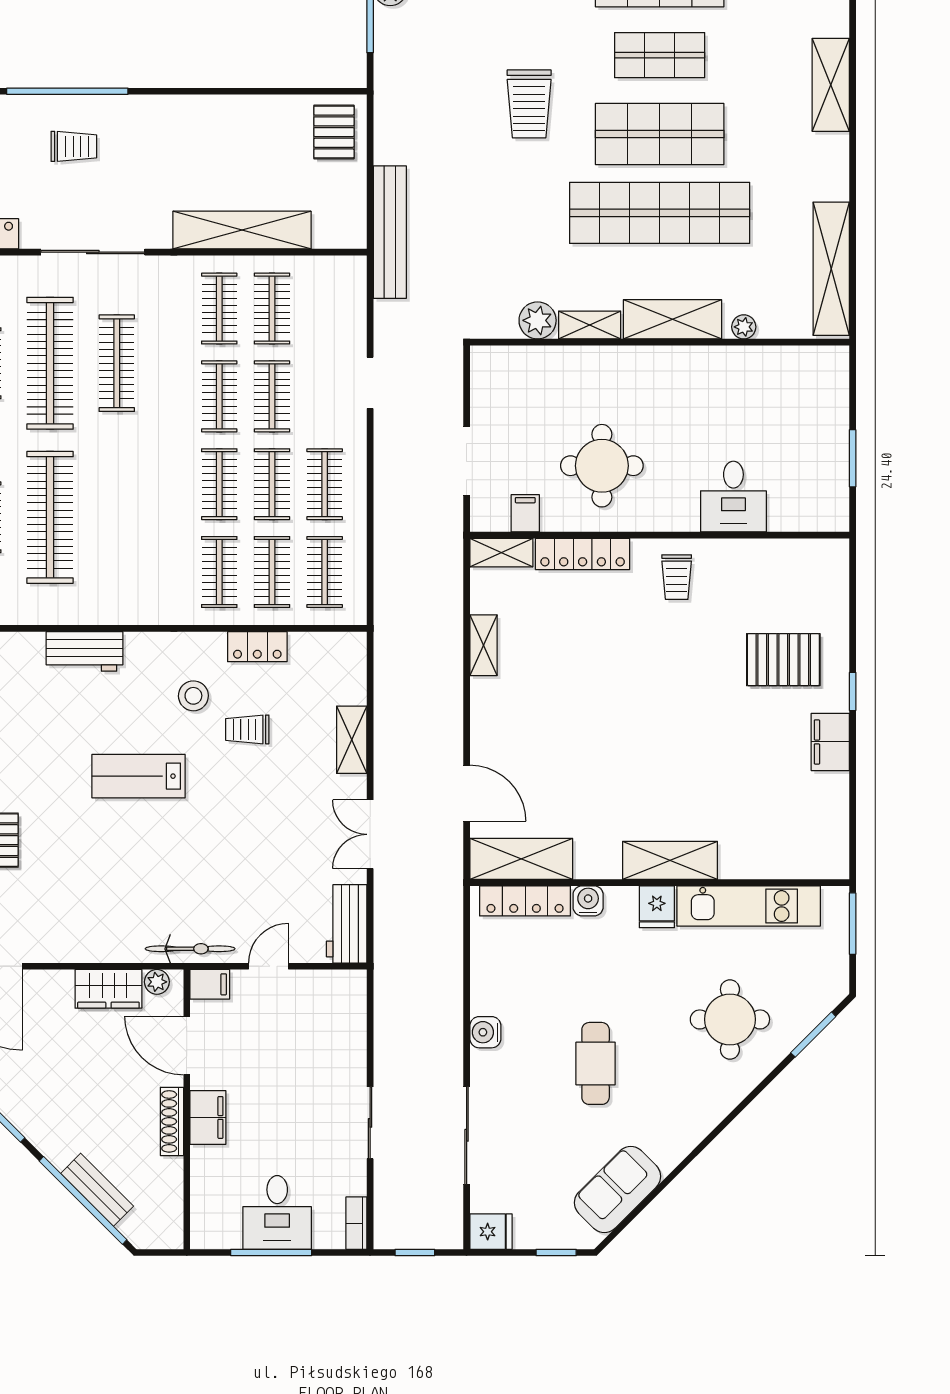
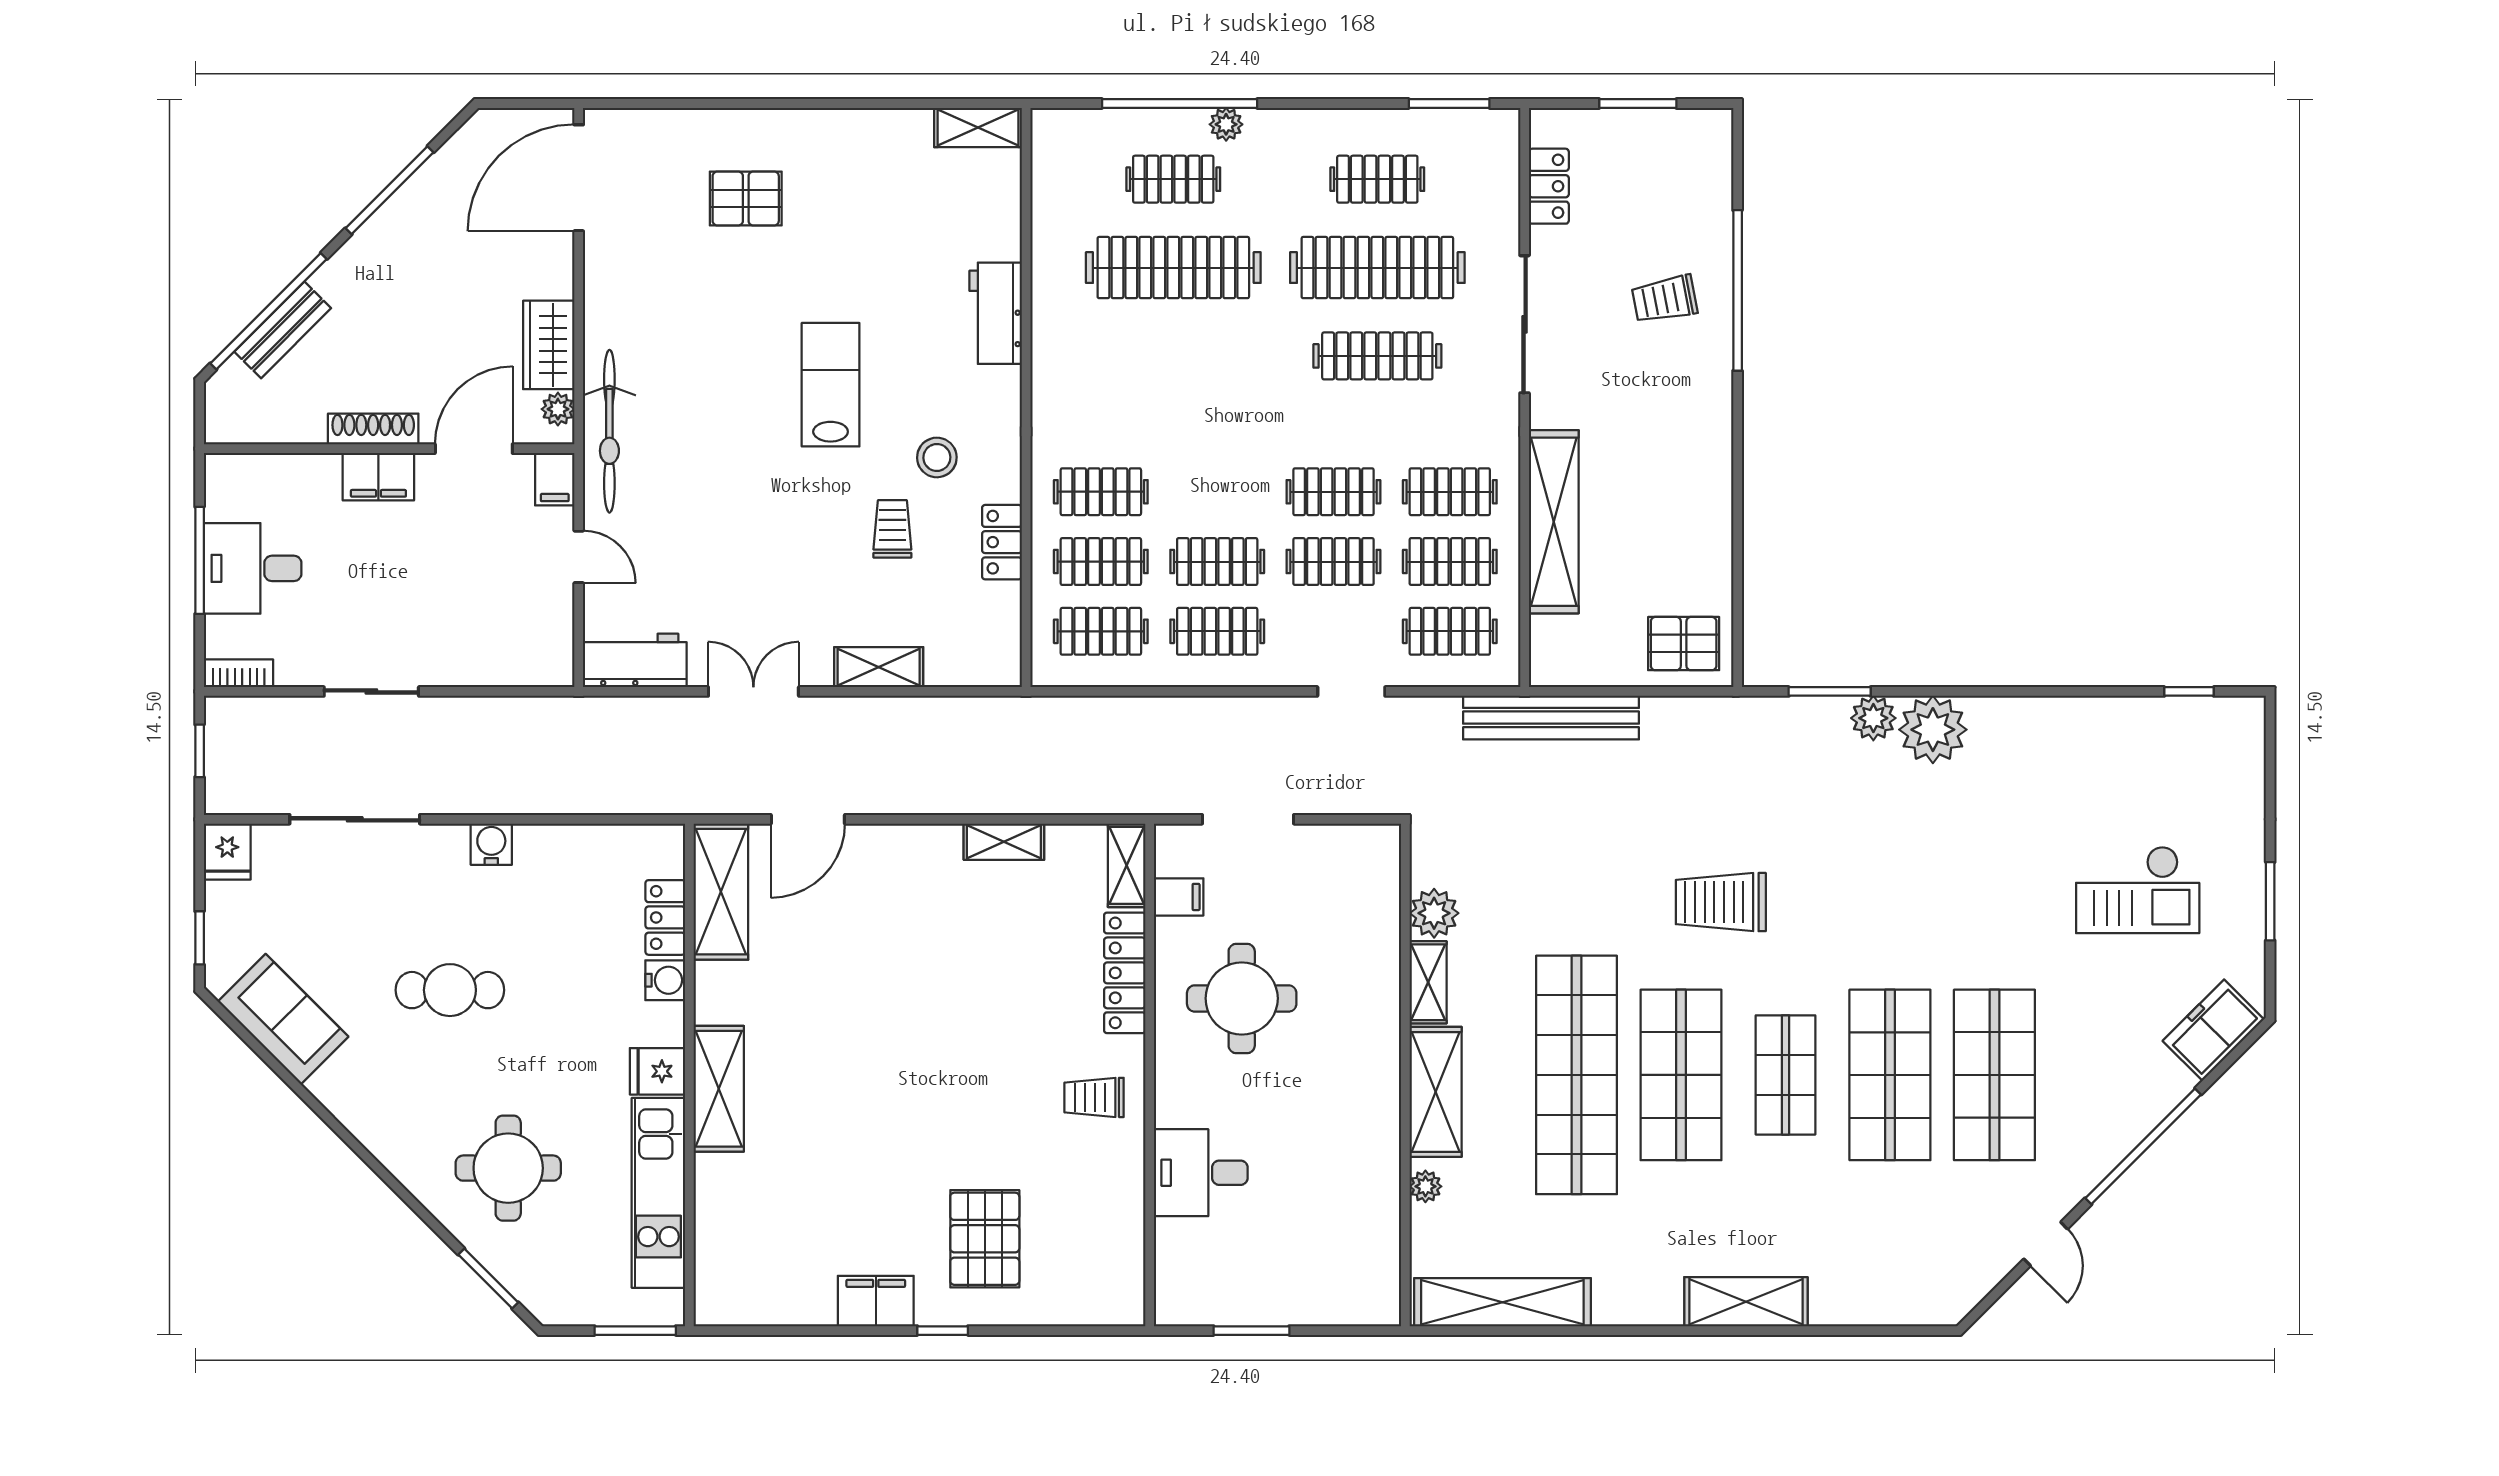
trolley: (74, 146) -> (1665, 299), turned 79
clothes rail: (219, 484) -> (1450, 631), moved
locker: (525, 901) -> (665, 917), width x0.66
bicycle: (190, 949) -> (609, 431), width x1.37, depth x1.40

